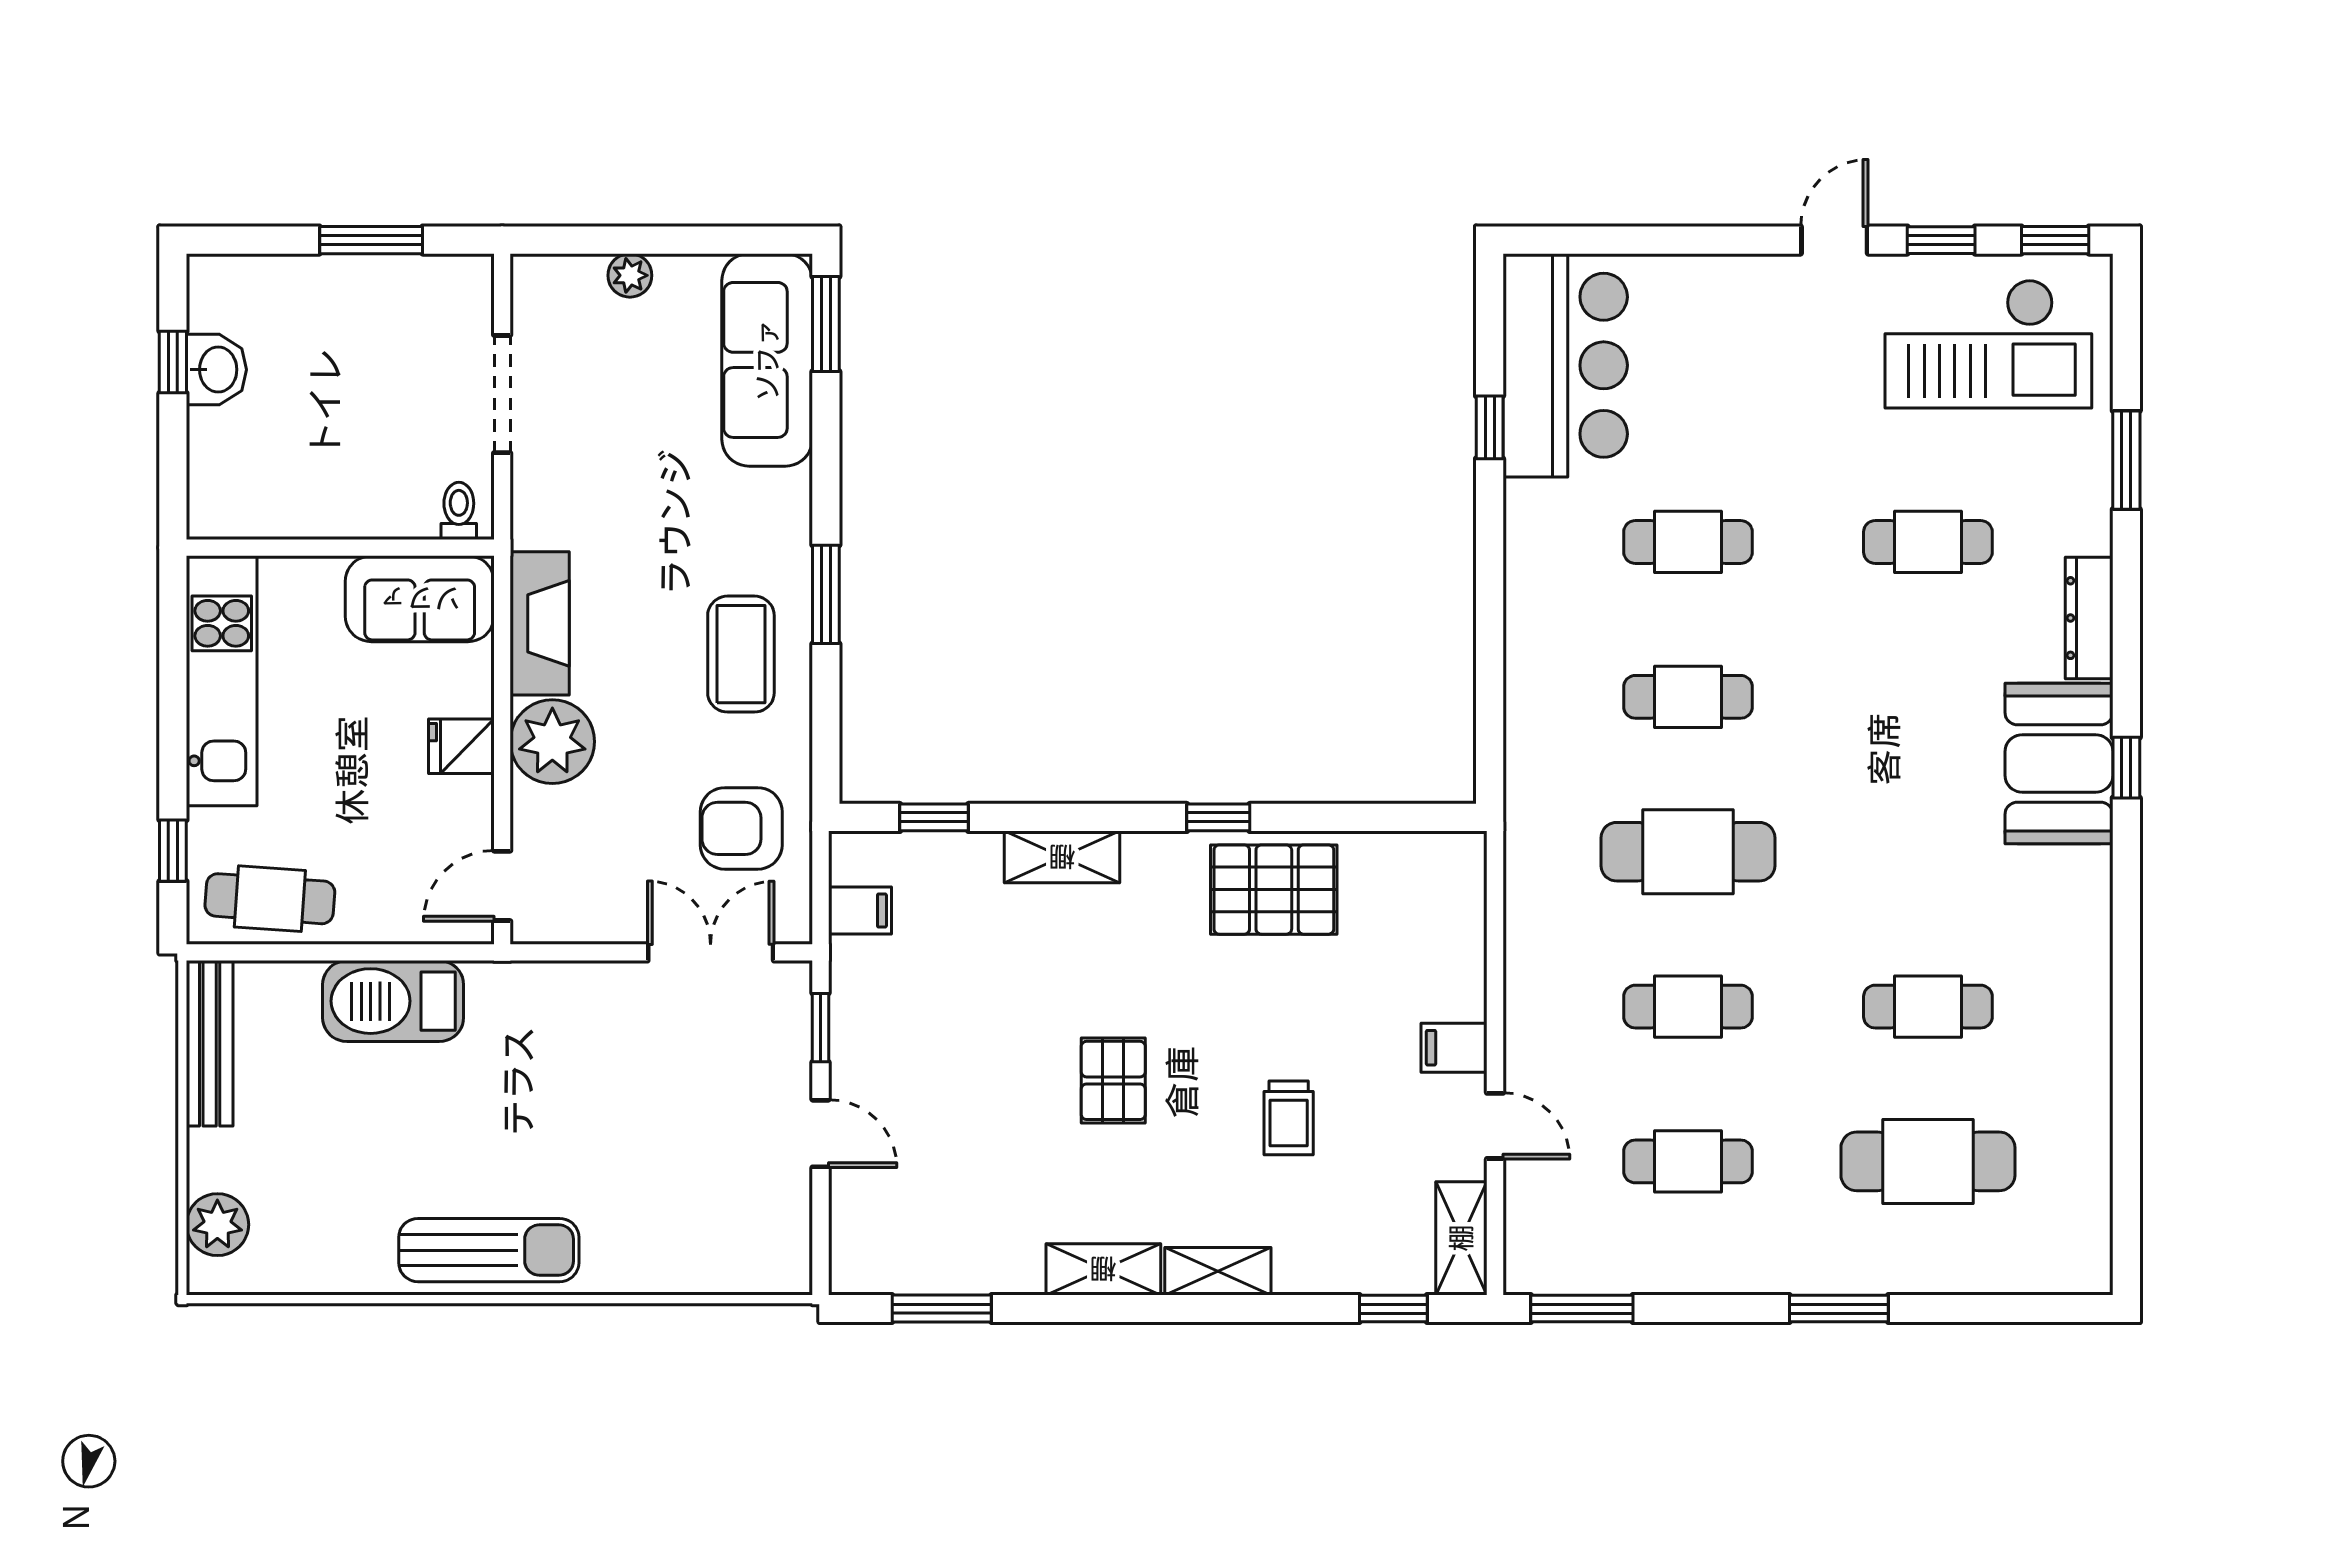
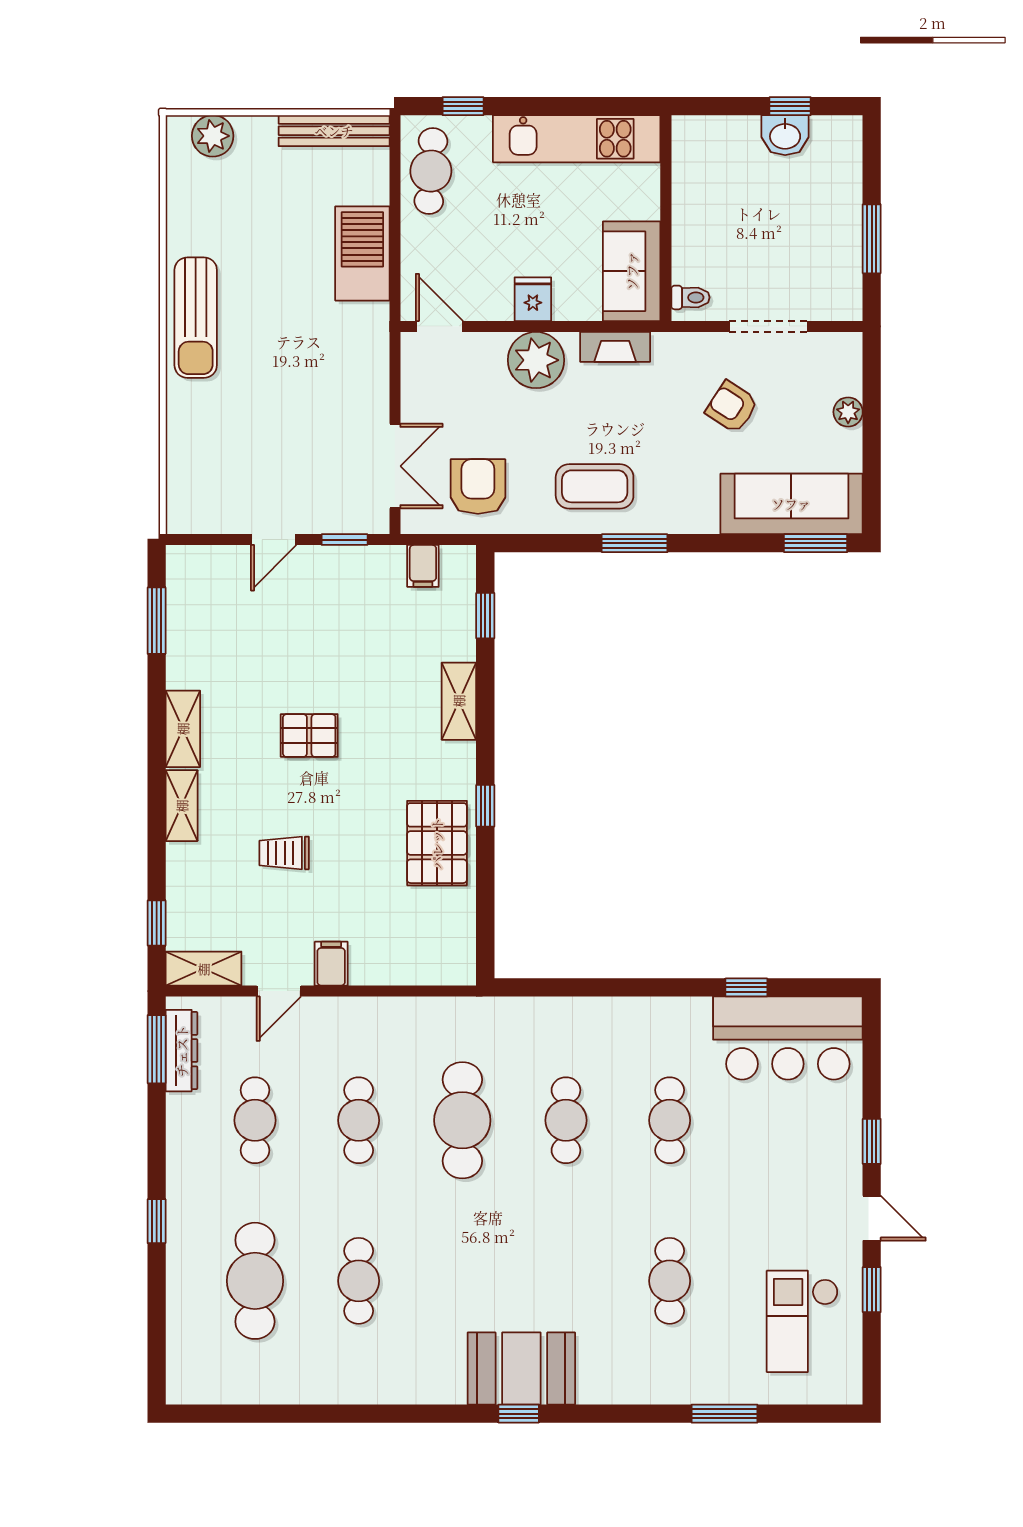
window: (2055, 240) -> (872, 1141), moved
checkout: (1988, 344) -> (802, 1321), width x0.73, depth x0.83
armchair: (622, 449) -> (732, 407), added
dresser: (2089, 618) -> (182, 1051), moved, turned 90
fireplace: (540, 623) -> (615, 347), width x0.73, depth x0.76
window: (1839, 1309) -> (157, 1221), width x0.67

